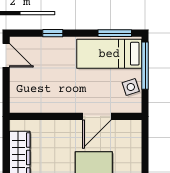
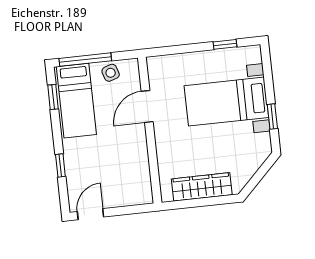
window: (115, 33) -> (53, 97), width x0.67
door: (97, 116) -> (147, 107), swing flipped

